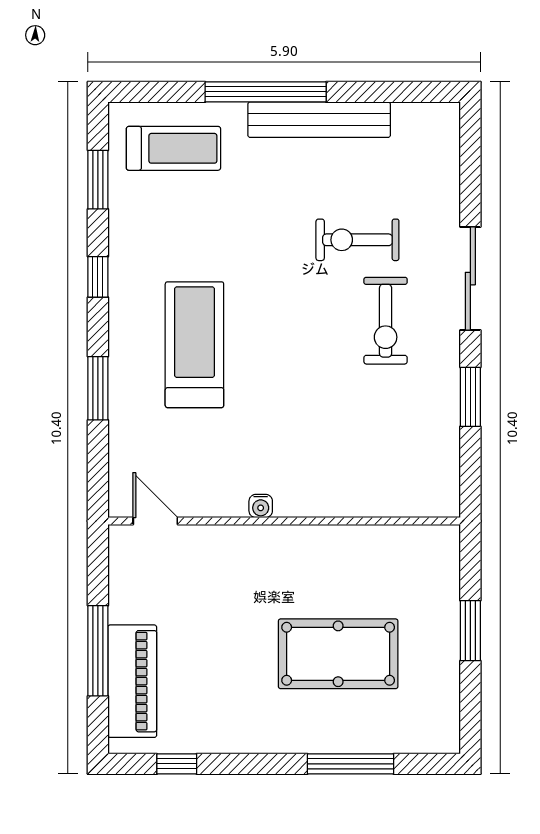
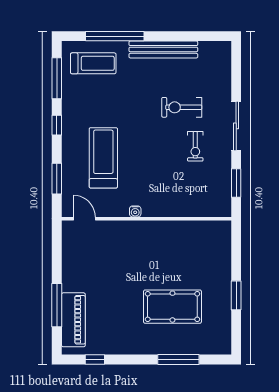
window: (266, 92) -> (115, 36), moved
window: (98, 180) -> (57, 78), width x1.44
exercise bike: (386, 321) -> (195, 146), width x0.73, depth x0.72
water cooler: (261, 506) -> (135, 211), moved
door: (155, 521) -> (84, 219), moved
wall: (284, 521) -> (146, 219), moved

